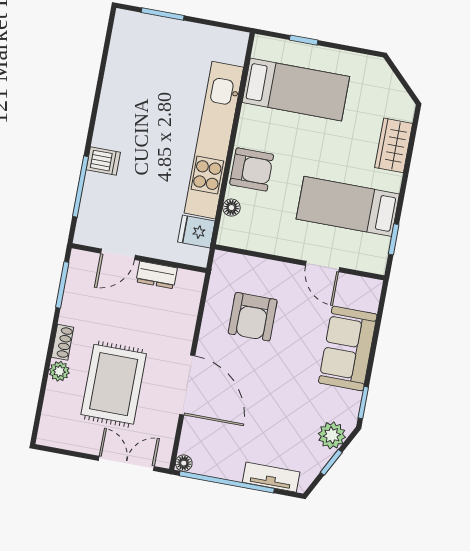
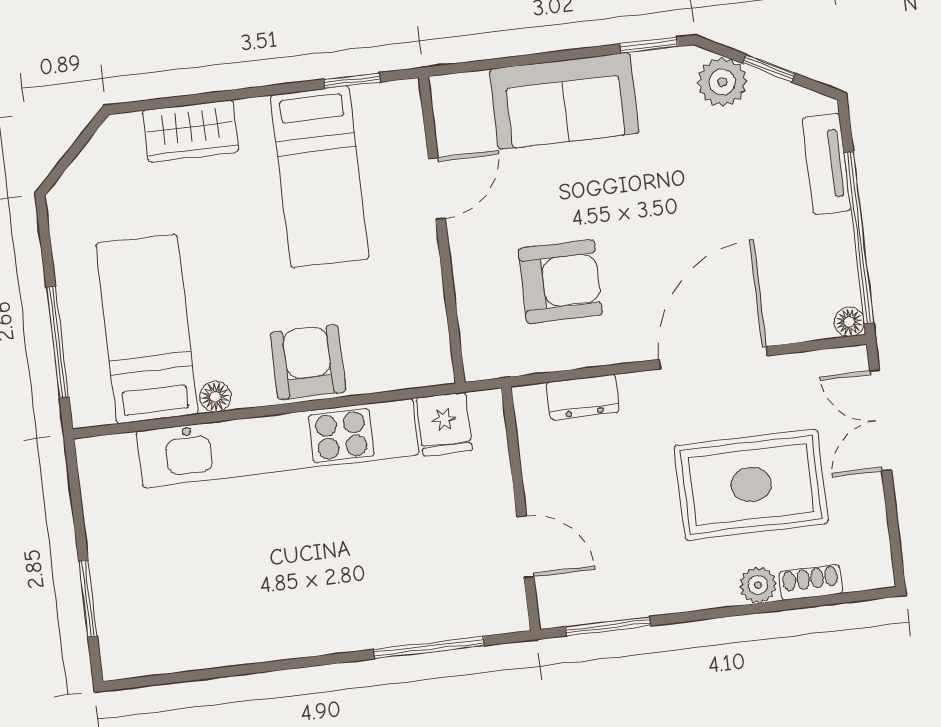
window: (304, 40) -> (57, 342), width x2.17
dishwasher: (103, 161) -> (373, 622), removed
floor lamp: (231, 208) -> (215, 397), moved
dresser: (157, 275) -> (583, 397), moved, turned 90
shoe rack: (63, 342) -> (811, 583), moved

